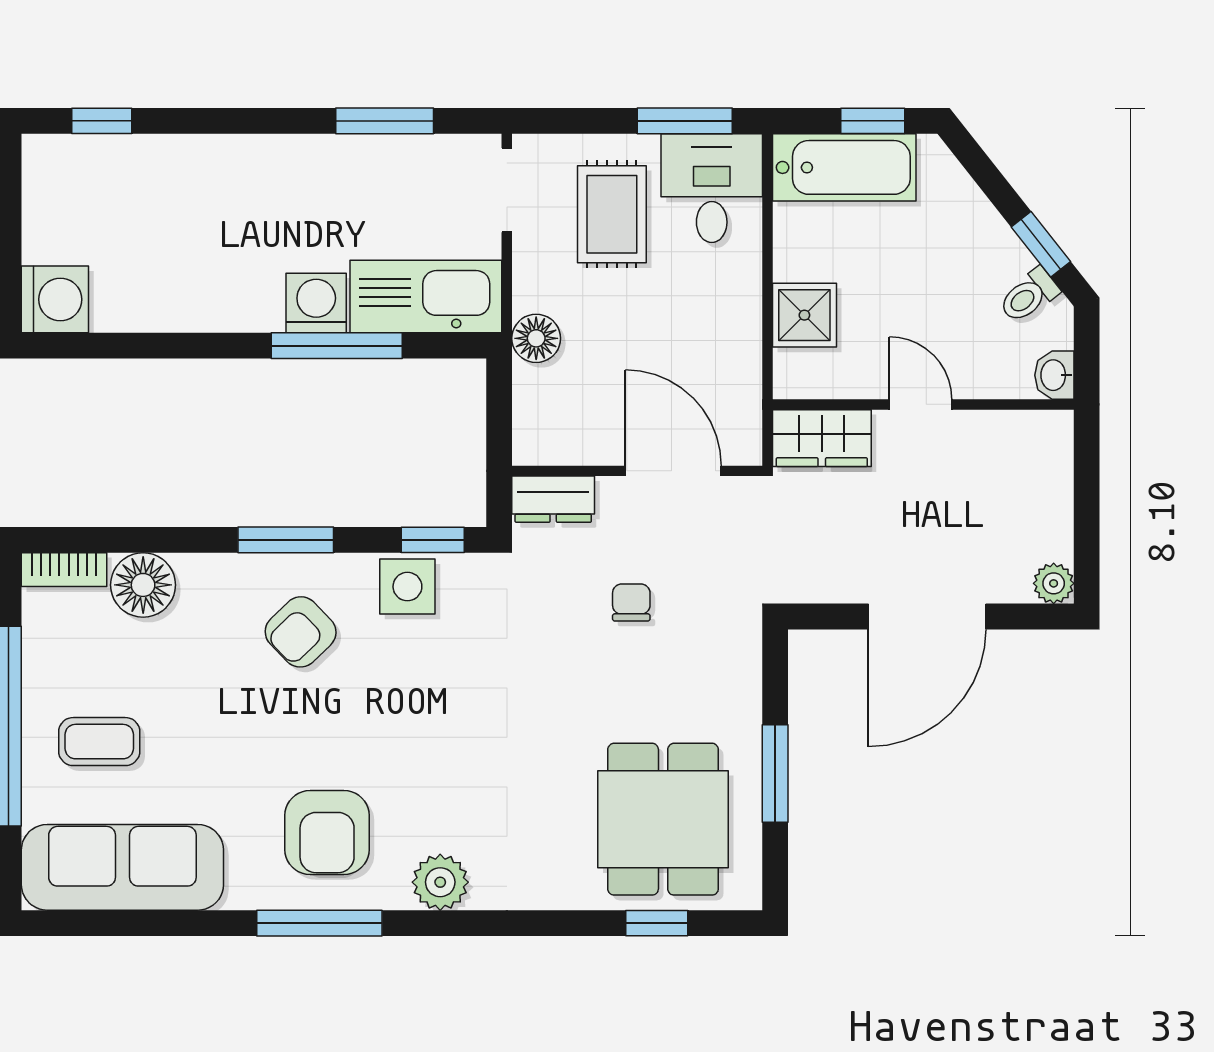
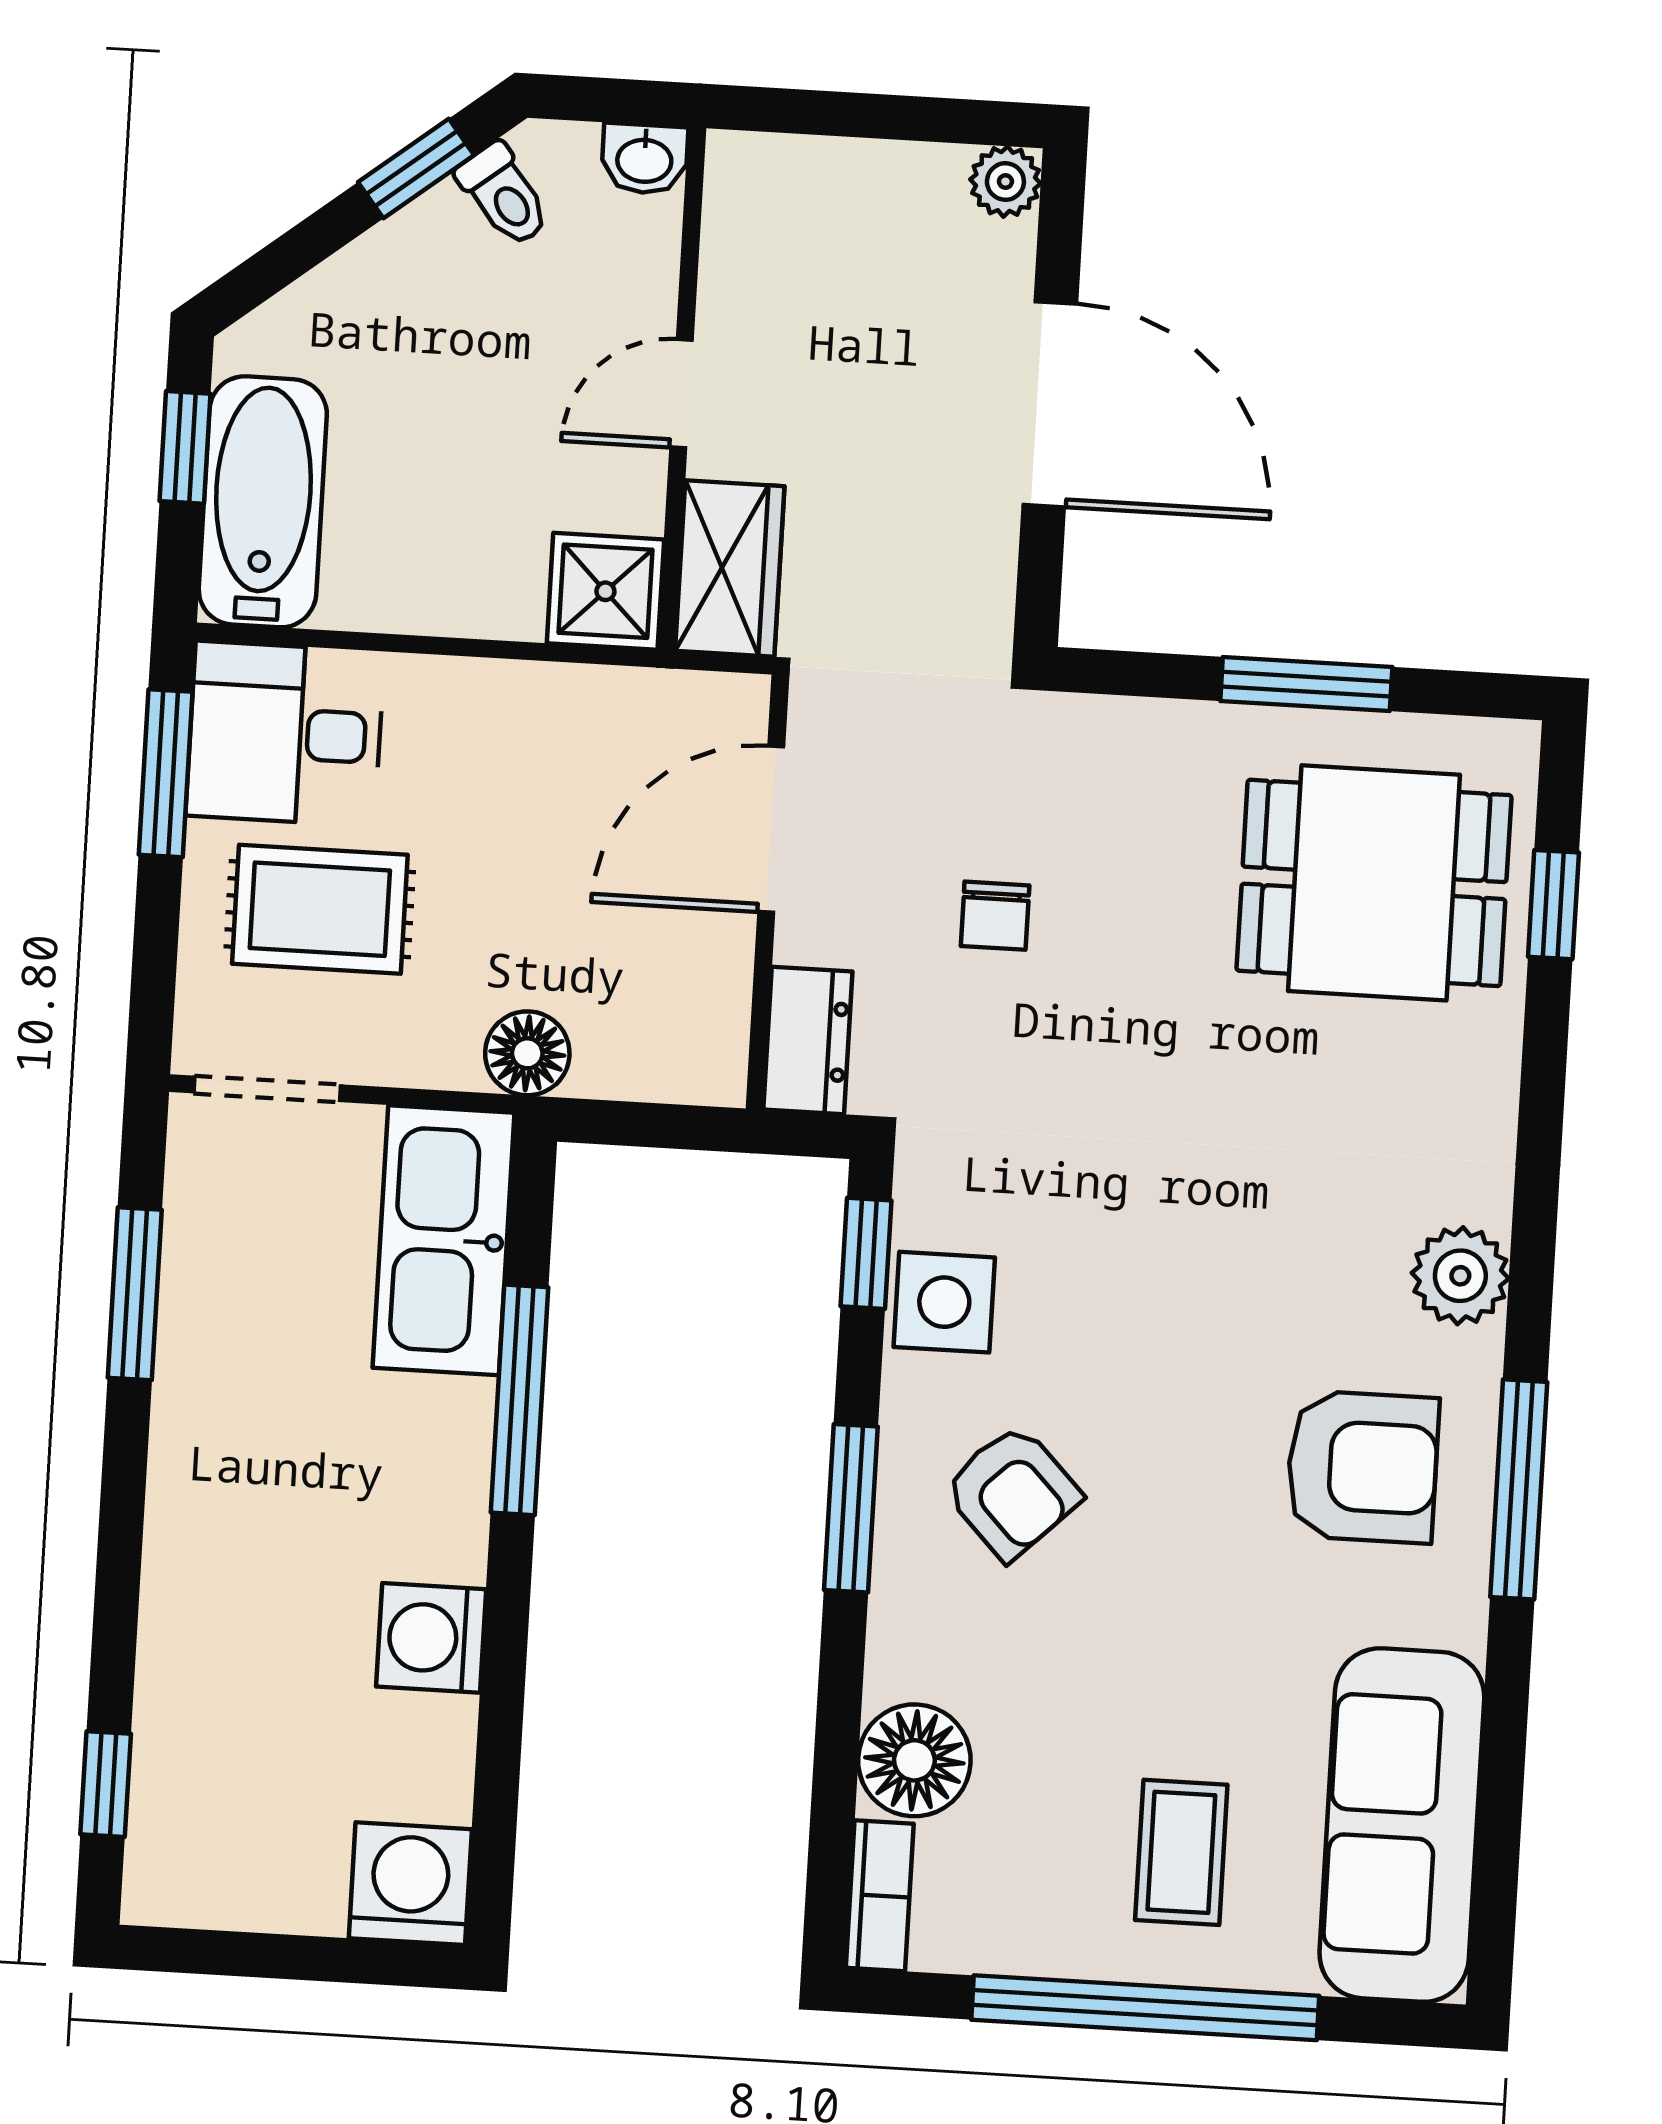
washing machine: (316, 303) -> (431, 1638), moved
shower: (804, 315) -> (605, 591), moved
chair: (631, 602) -> (995, 916), turned -90

